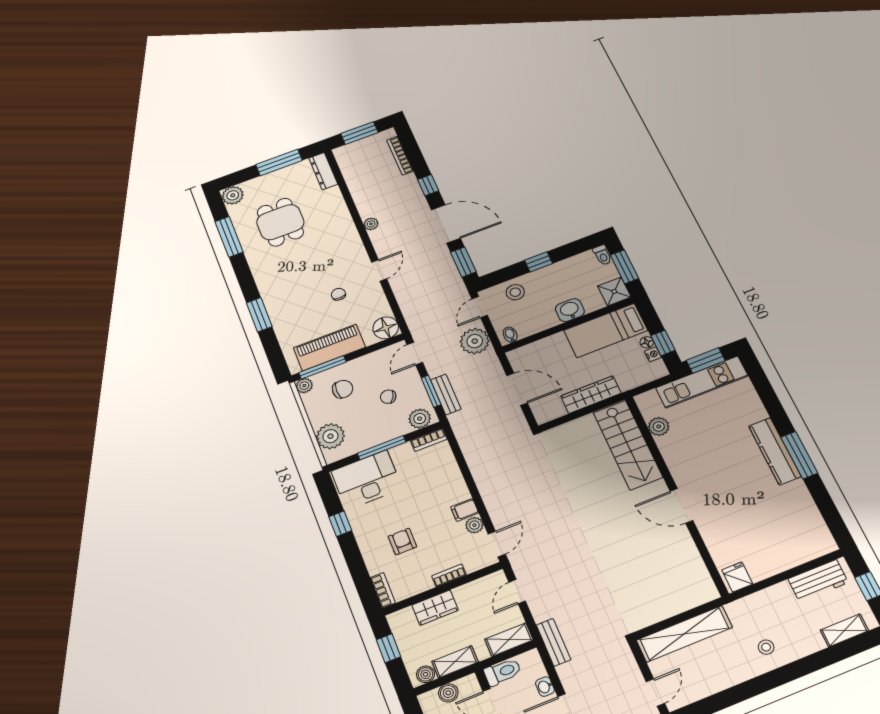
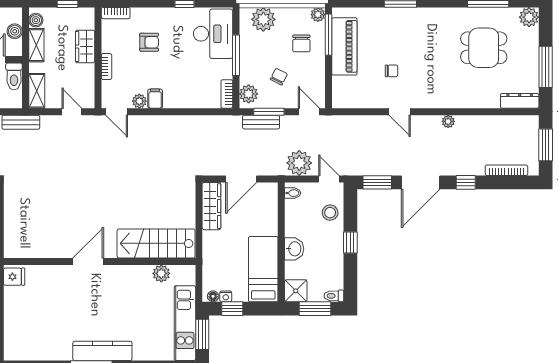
floor lamp: (386, 328) -> (343, 97), removed
floor lamp: (647, 342) -> (213, 296), moved
wardrobe: (591, 395) -> (211, 206), moved

